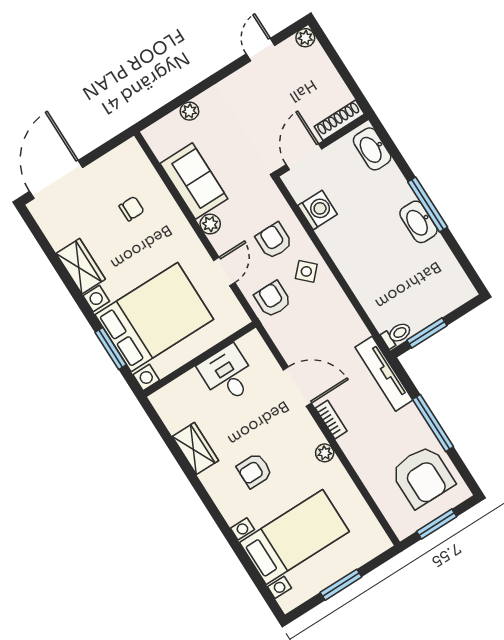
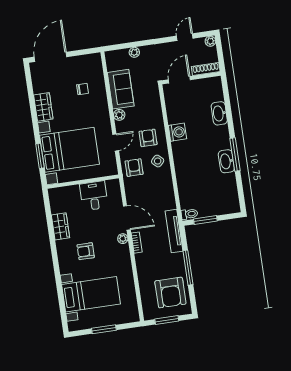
shoe rack: (339, 120) -> (206, 69), moved
wall: (322, 145) -> (191, 78), moved
door: (304, 157) -> (179, 80), moved
plant: (325, 453) -> (123, 239), moved

